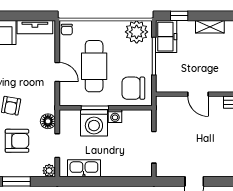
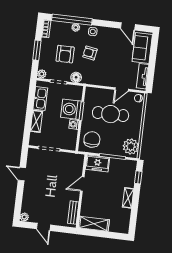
freezer: (166, 37) -> (97, 163), moved
door: (57, 72) -> (122, 89), moved
shelving: (117, 170) -> (36, 121), added

